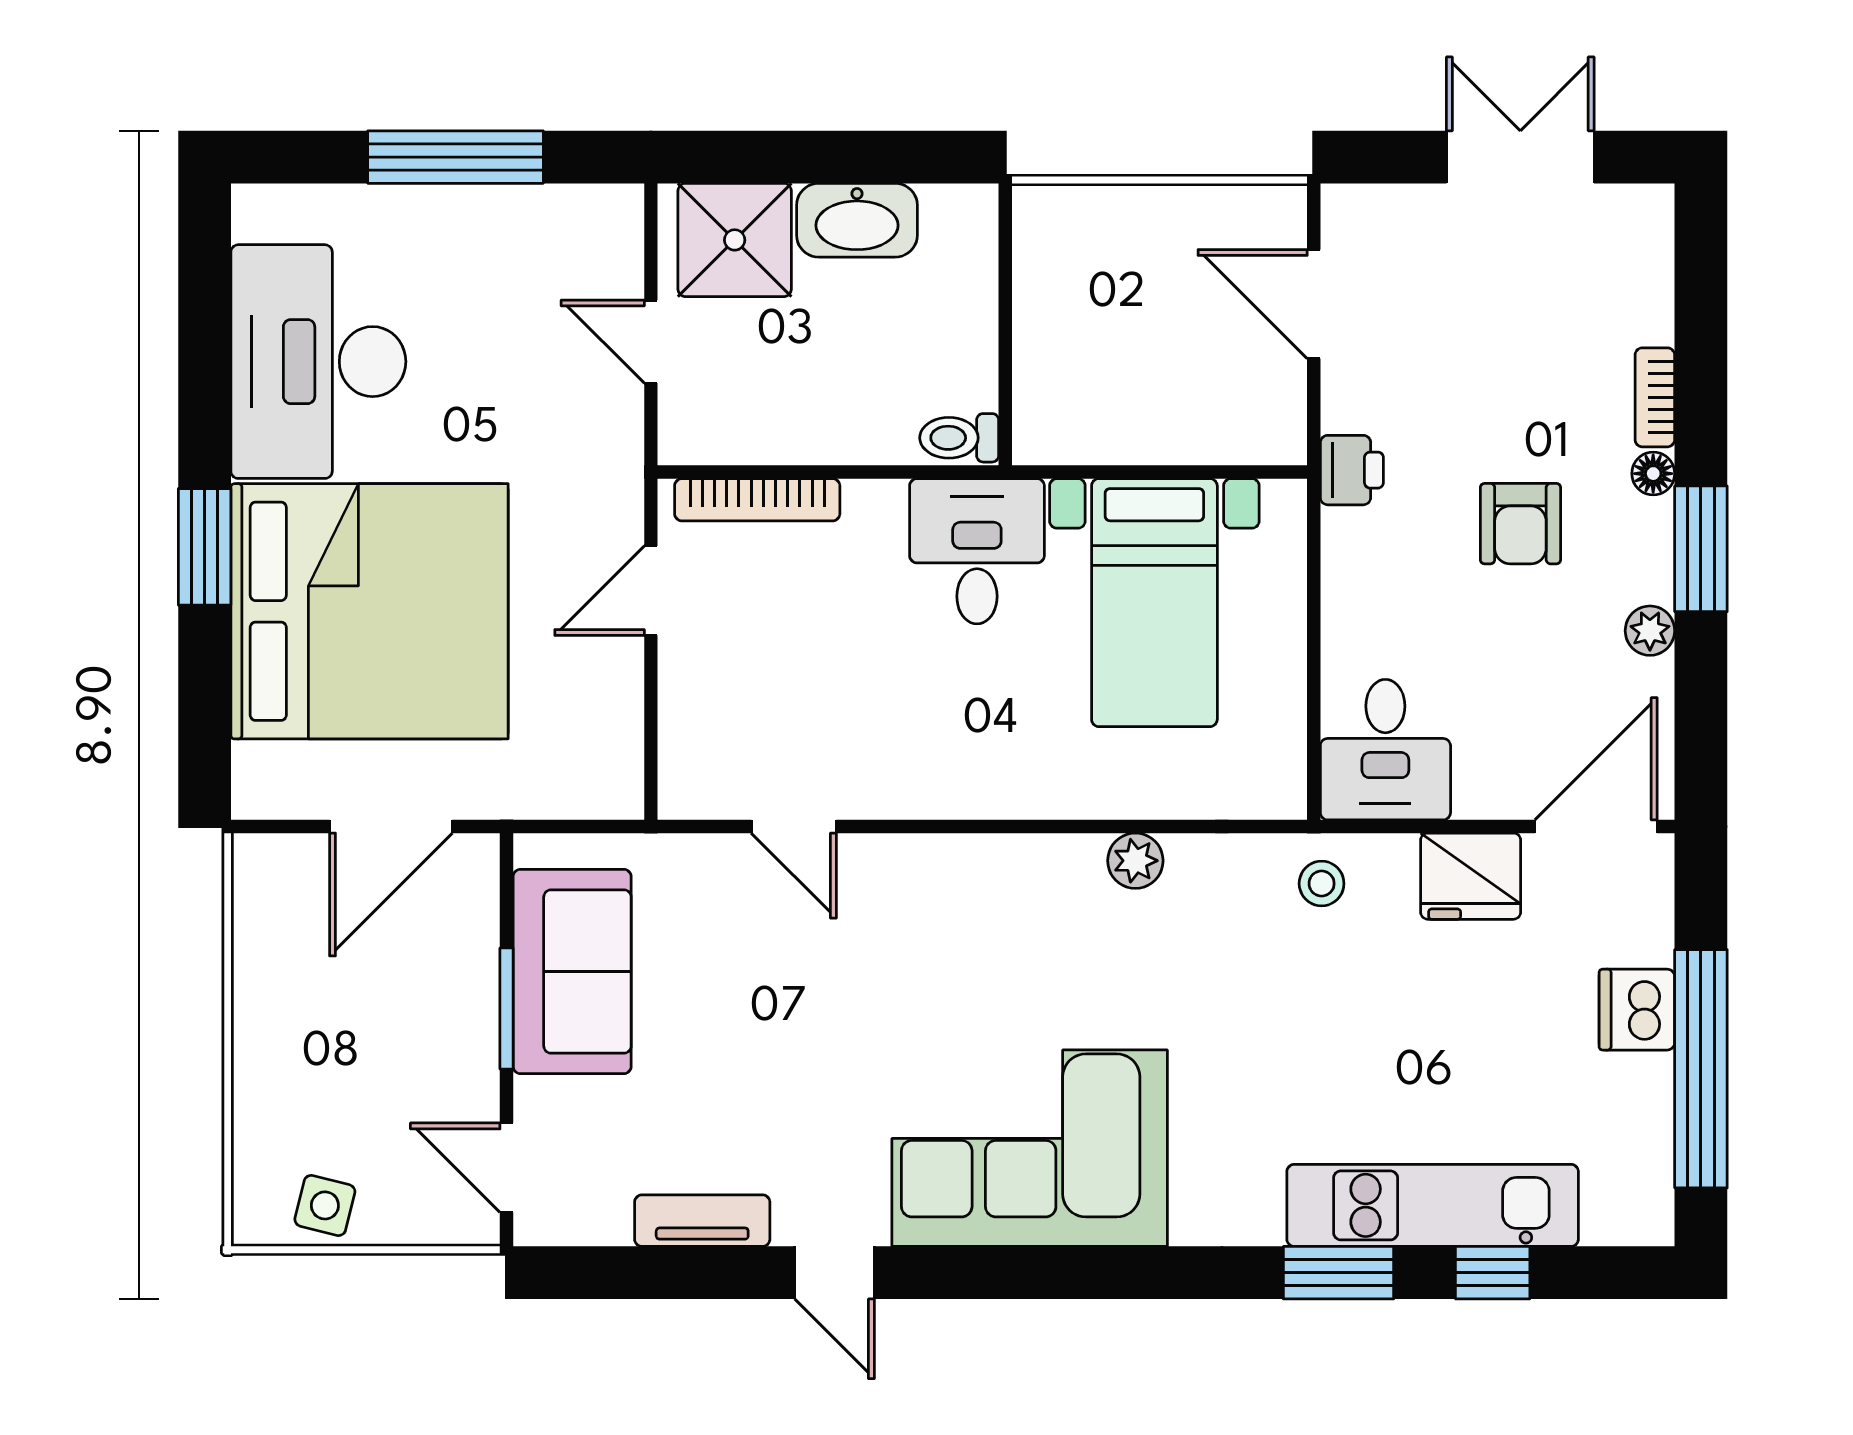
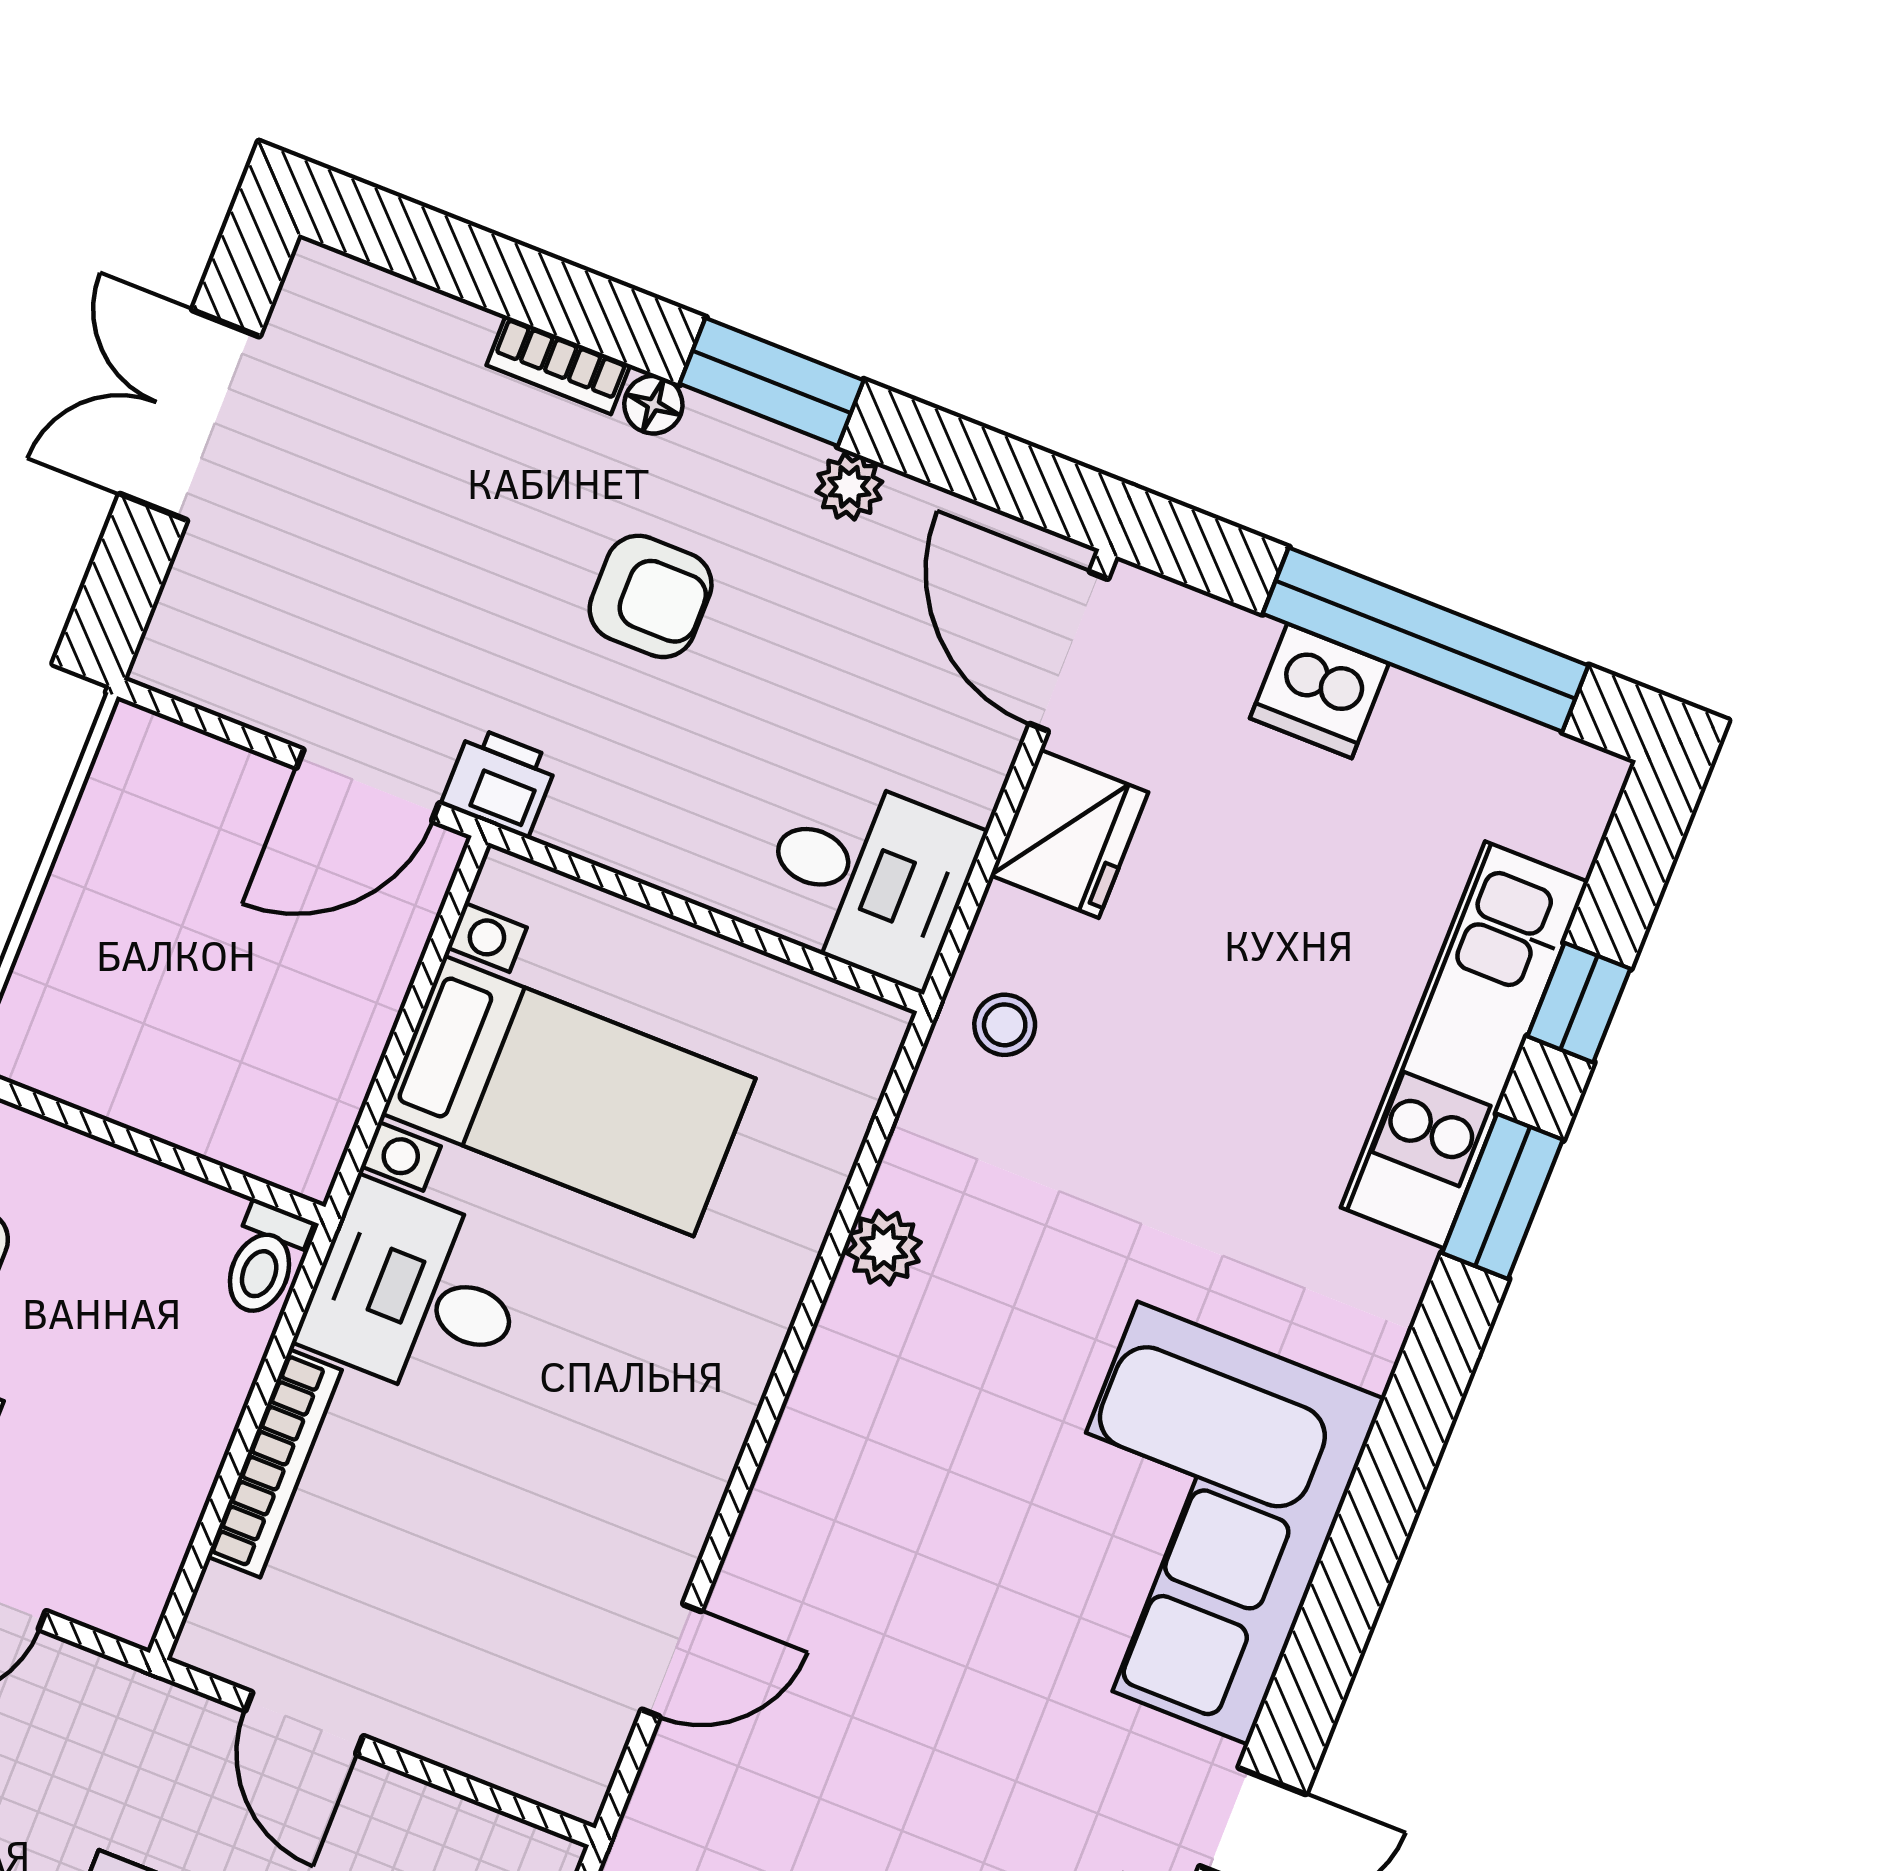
door: (1314, 304) -> (368, 785), moved
bookcase: (757, 500) -> (274, 1463), moved

